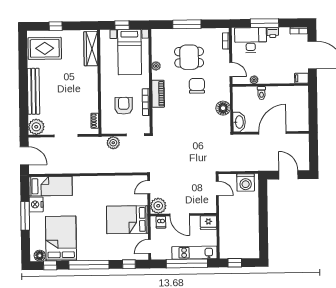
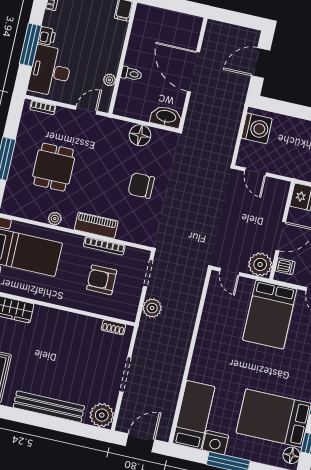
chair: (197, 86) -> (141, 186), moved
door: (217, 188) -> (255, 172), swing flipped

